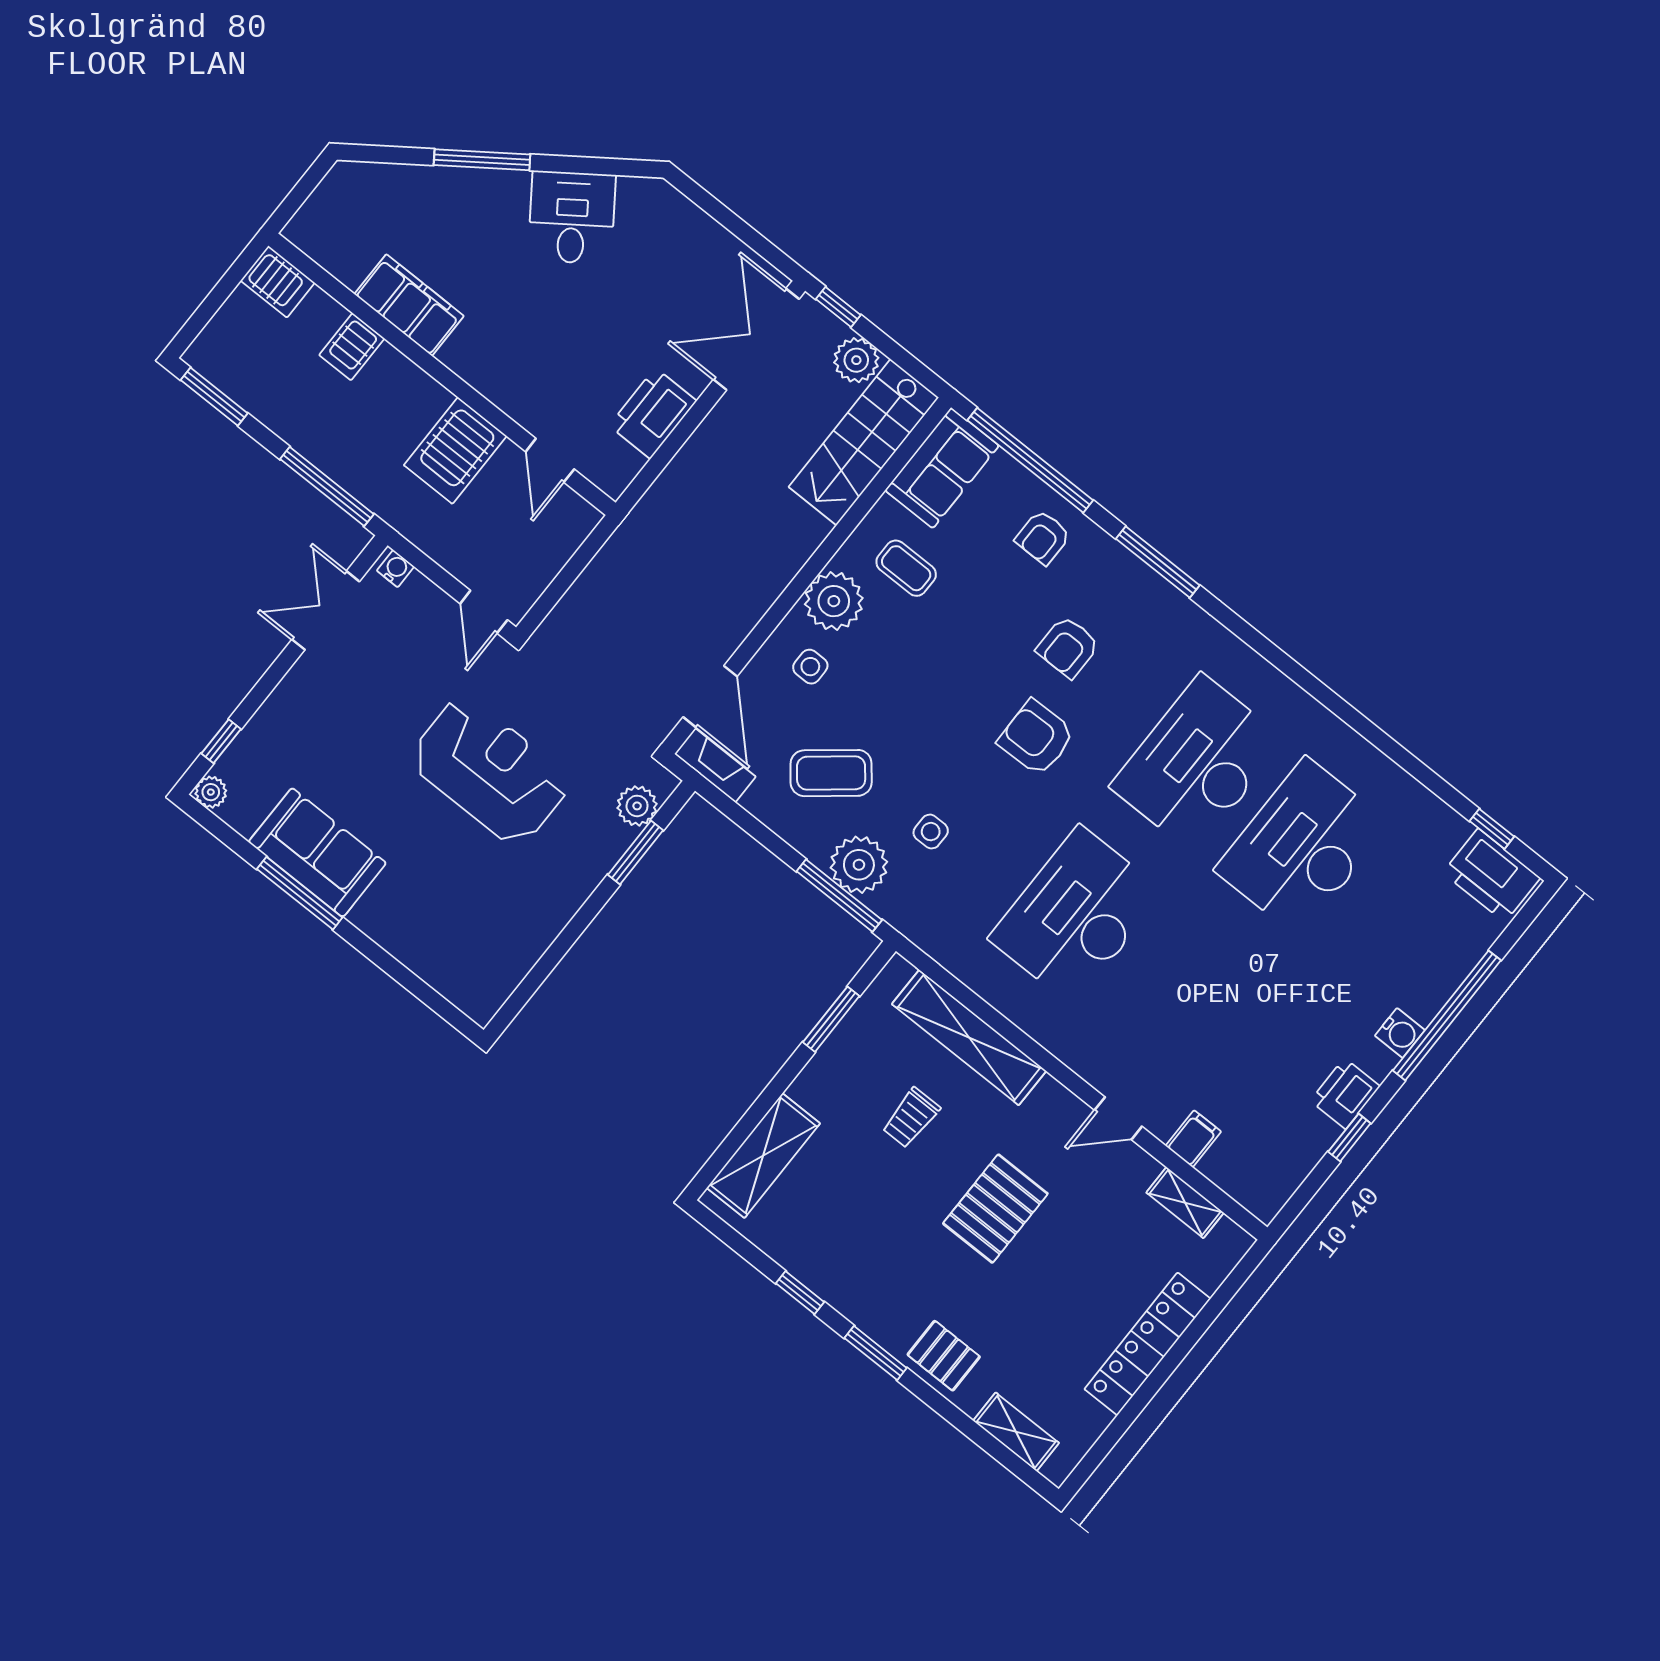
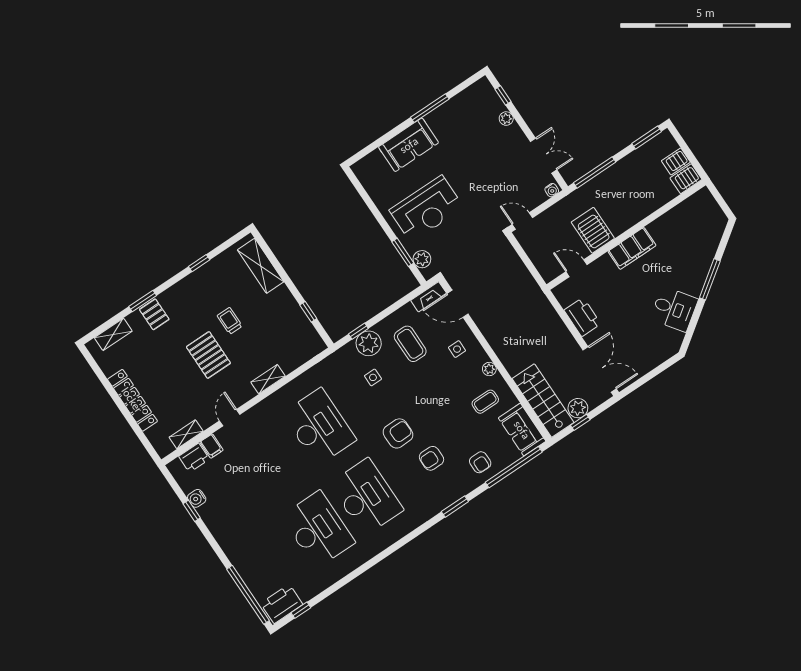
filing cabinet: (409, 305) -> (632, 248), moved
window: (838, 307) -> (580, 422), moved
server rack: (352, 347) -> (676, 161), moved, turned -90
armchair: (1043, 537) -> (480, 462), turned 180
window: (1158, 562) -> (455, 507), width x0.69
plant: (834, 601) -> (489, 369), width x0.53, depth x0.53
armchair: (1068, 647) -> (431, 458), turned -90
reception desk: (490, 771) -> (426, 209), moved
coffee table: (831, 773) -> (410, 344), turned -51
plant: (211, 792) -> (506, 119), moved
sofa: (317, 852) -> (409, 145), moved
window: (839, 896) -> (358, 331), width x0.46
window: (1447, 1015) -> (248, 595), moved
window: (831, 1019) -> (308, 312), width x0.67
water cooler: (1400, 1033) -> (197, 498), moved
shelving: (969, 1037) -> (268, 379), width x0.45, depth x0.75
printer: (1345, 1094) -> (194, 458), moved, turned 90
trolley: (911, 1118) -> (230, 321), moved
window: (876, 1353) -> (143, 301), moved
pallet: (944, 1356) -> (154, 314), turned 90

